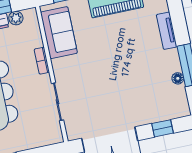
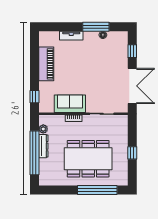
sofa: (59, 33) -> (70, 104), moved

